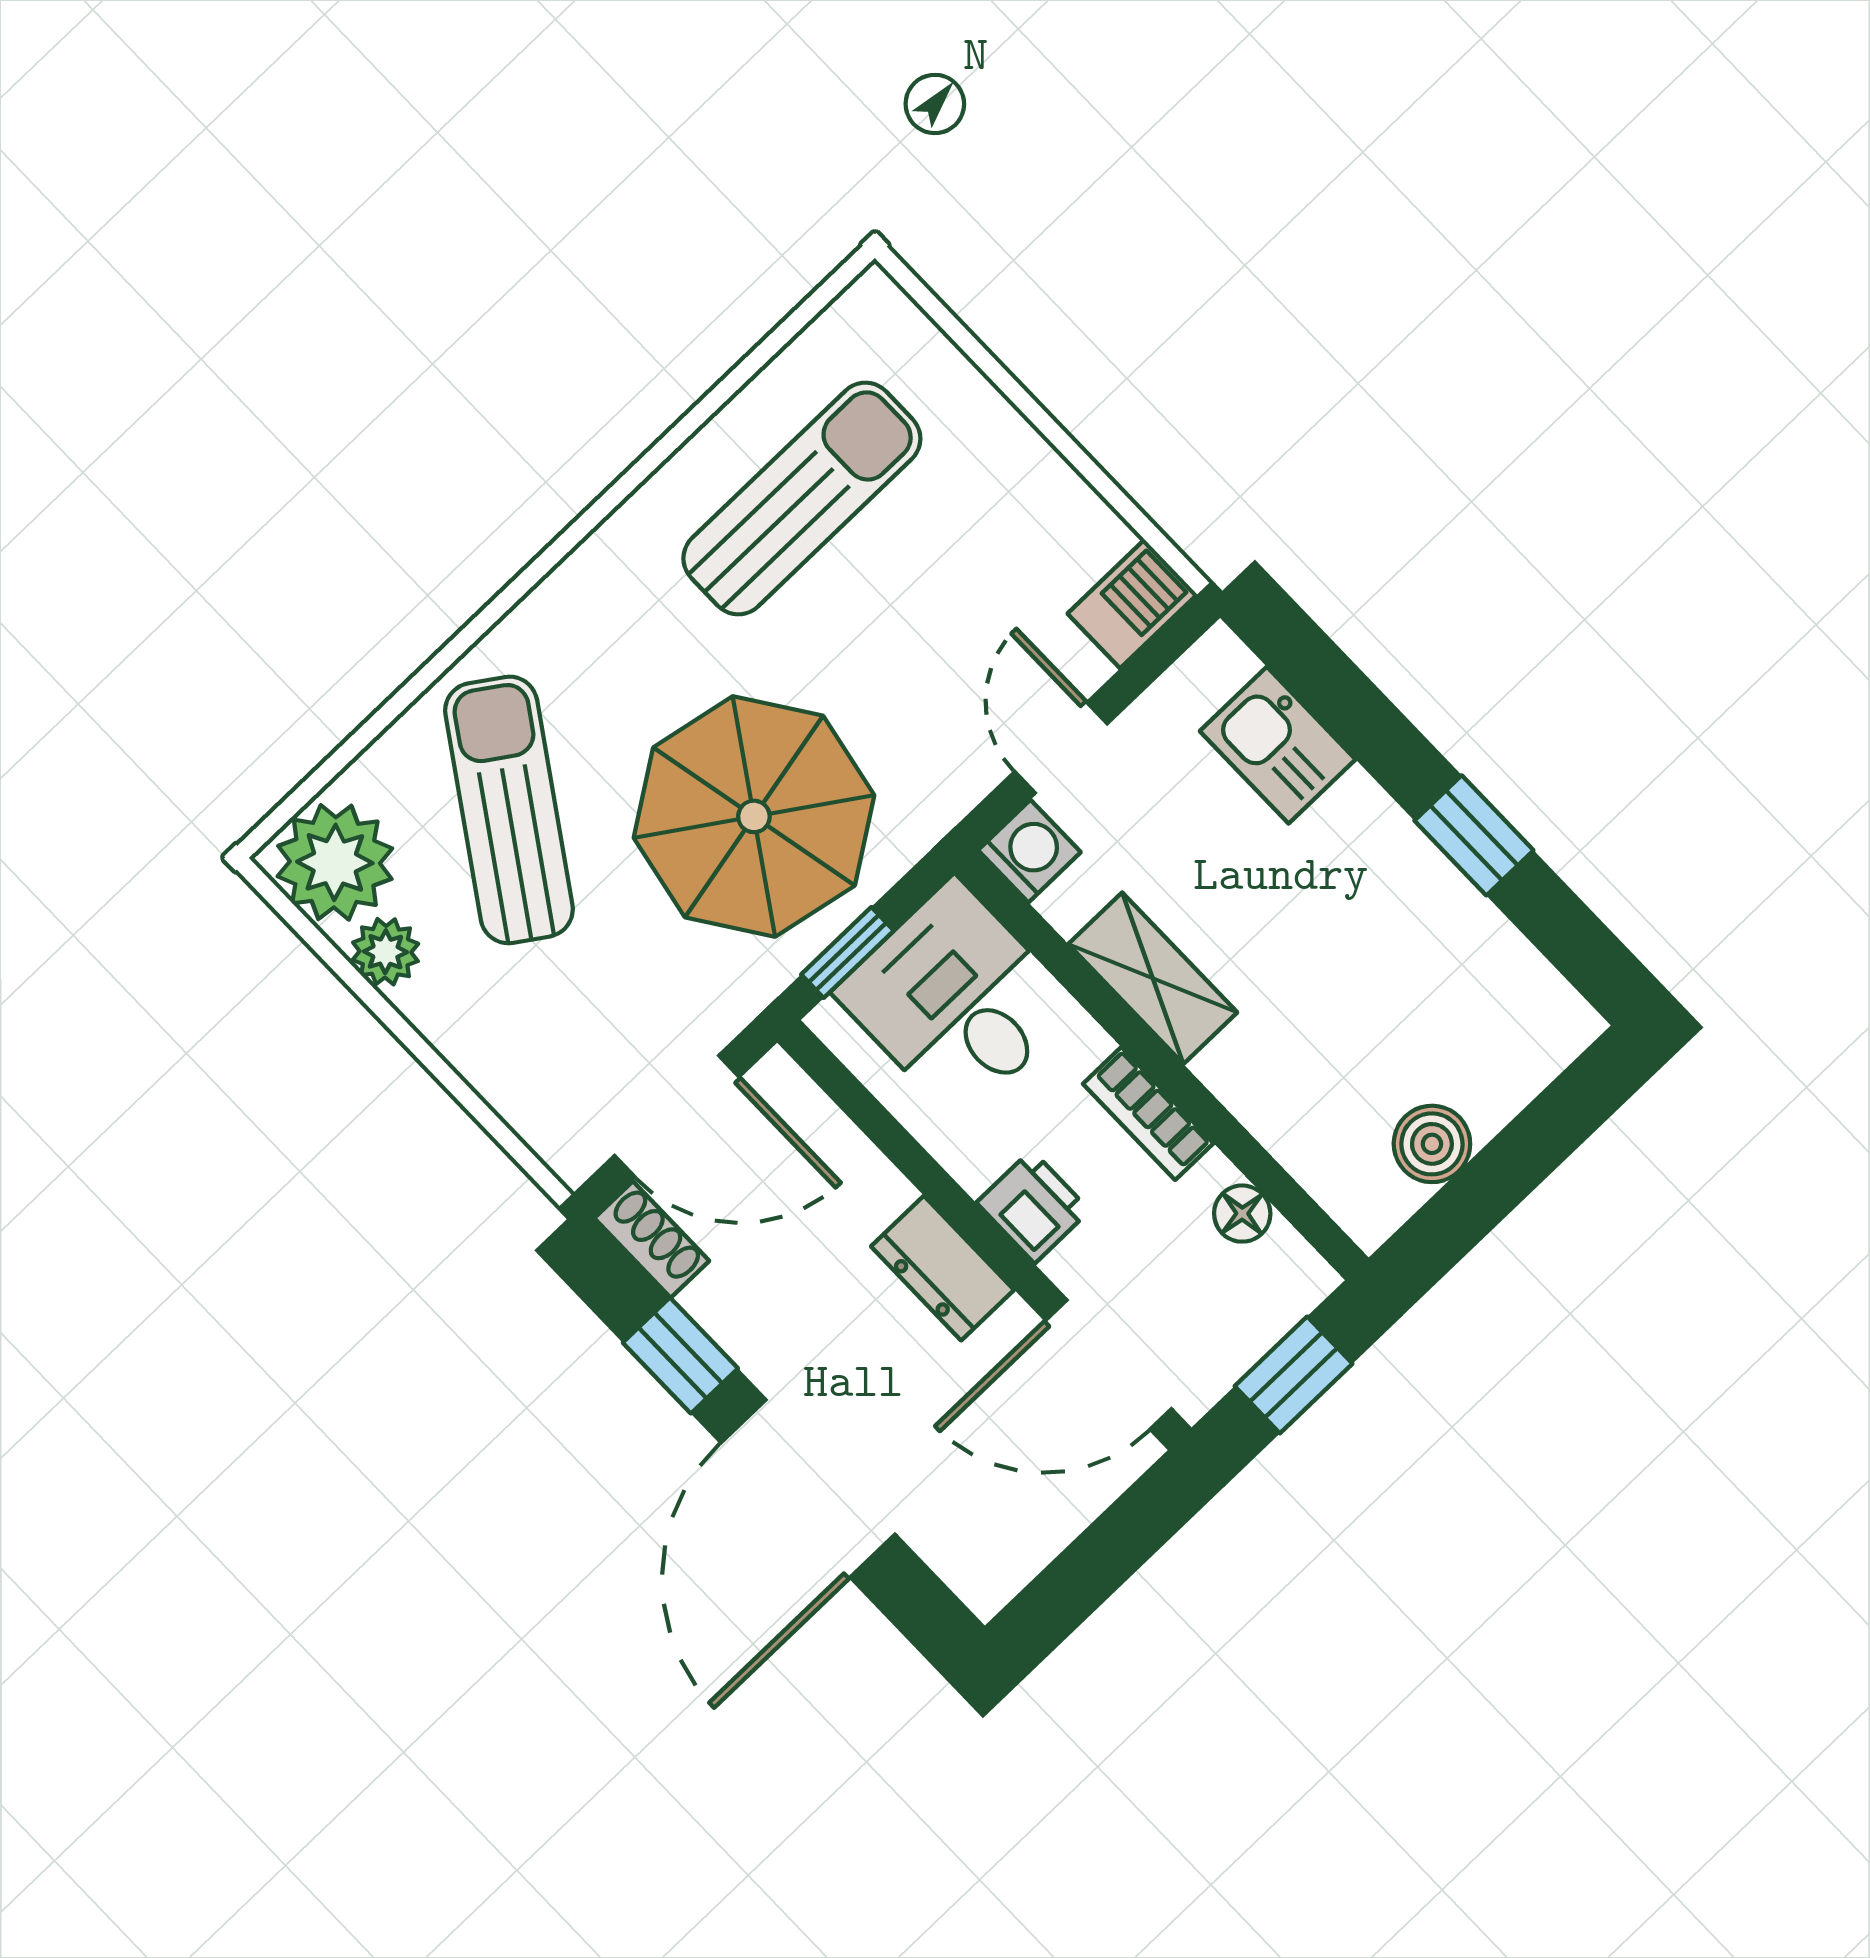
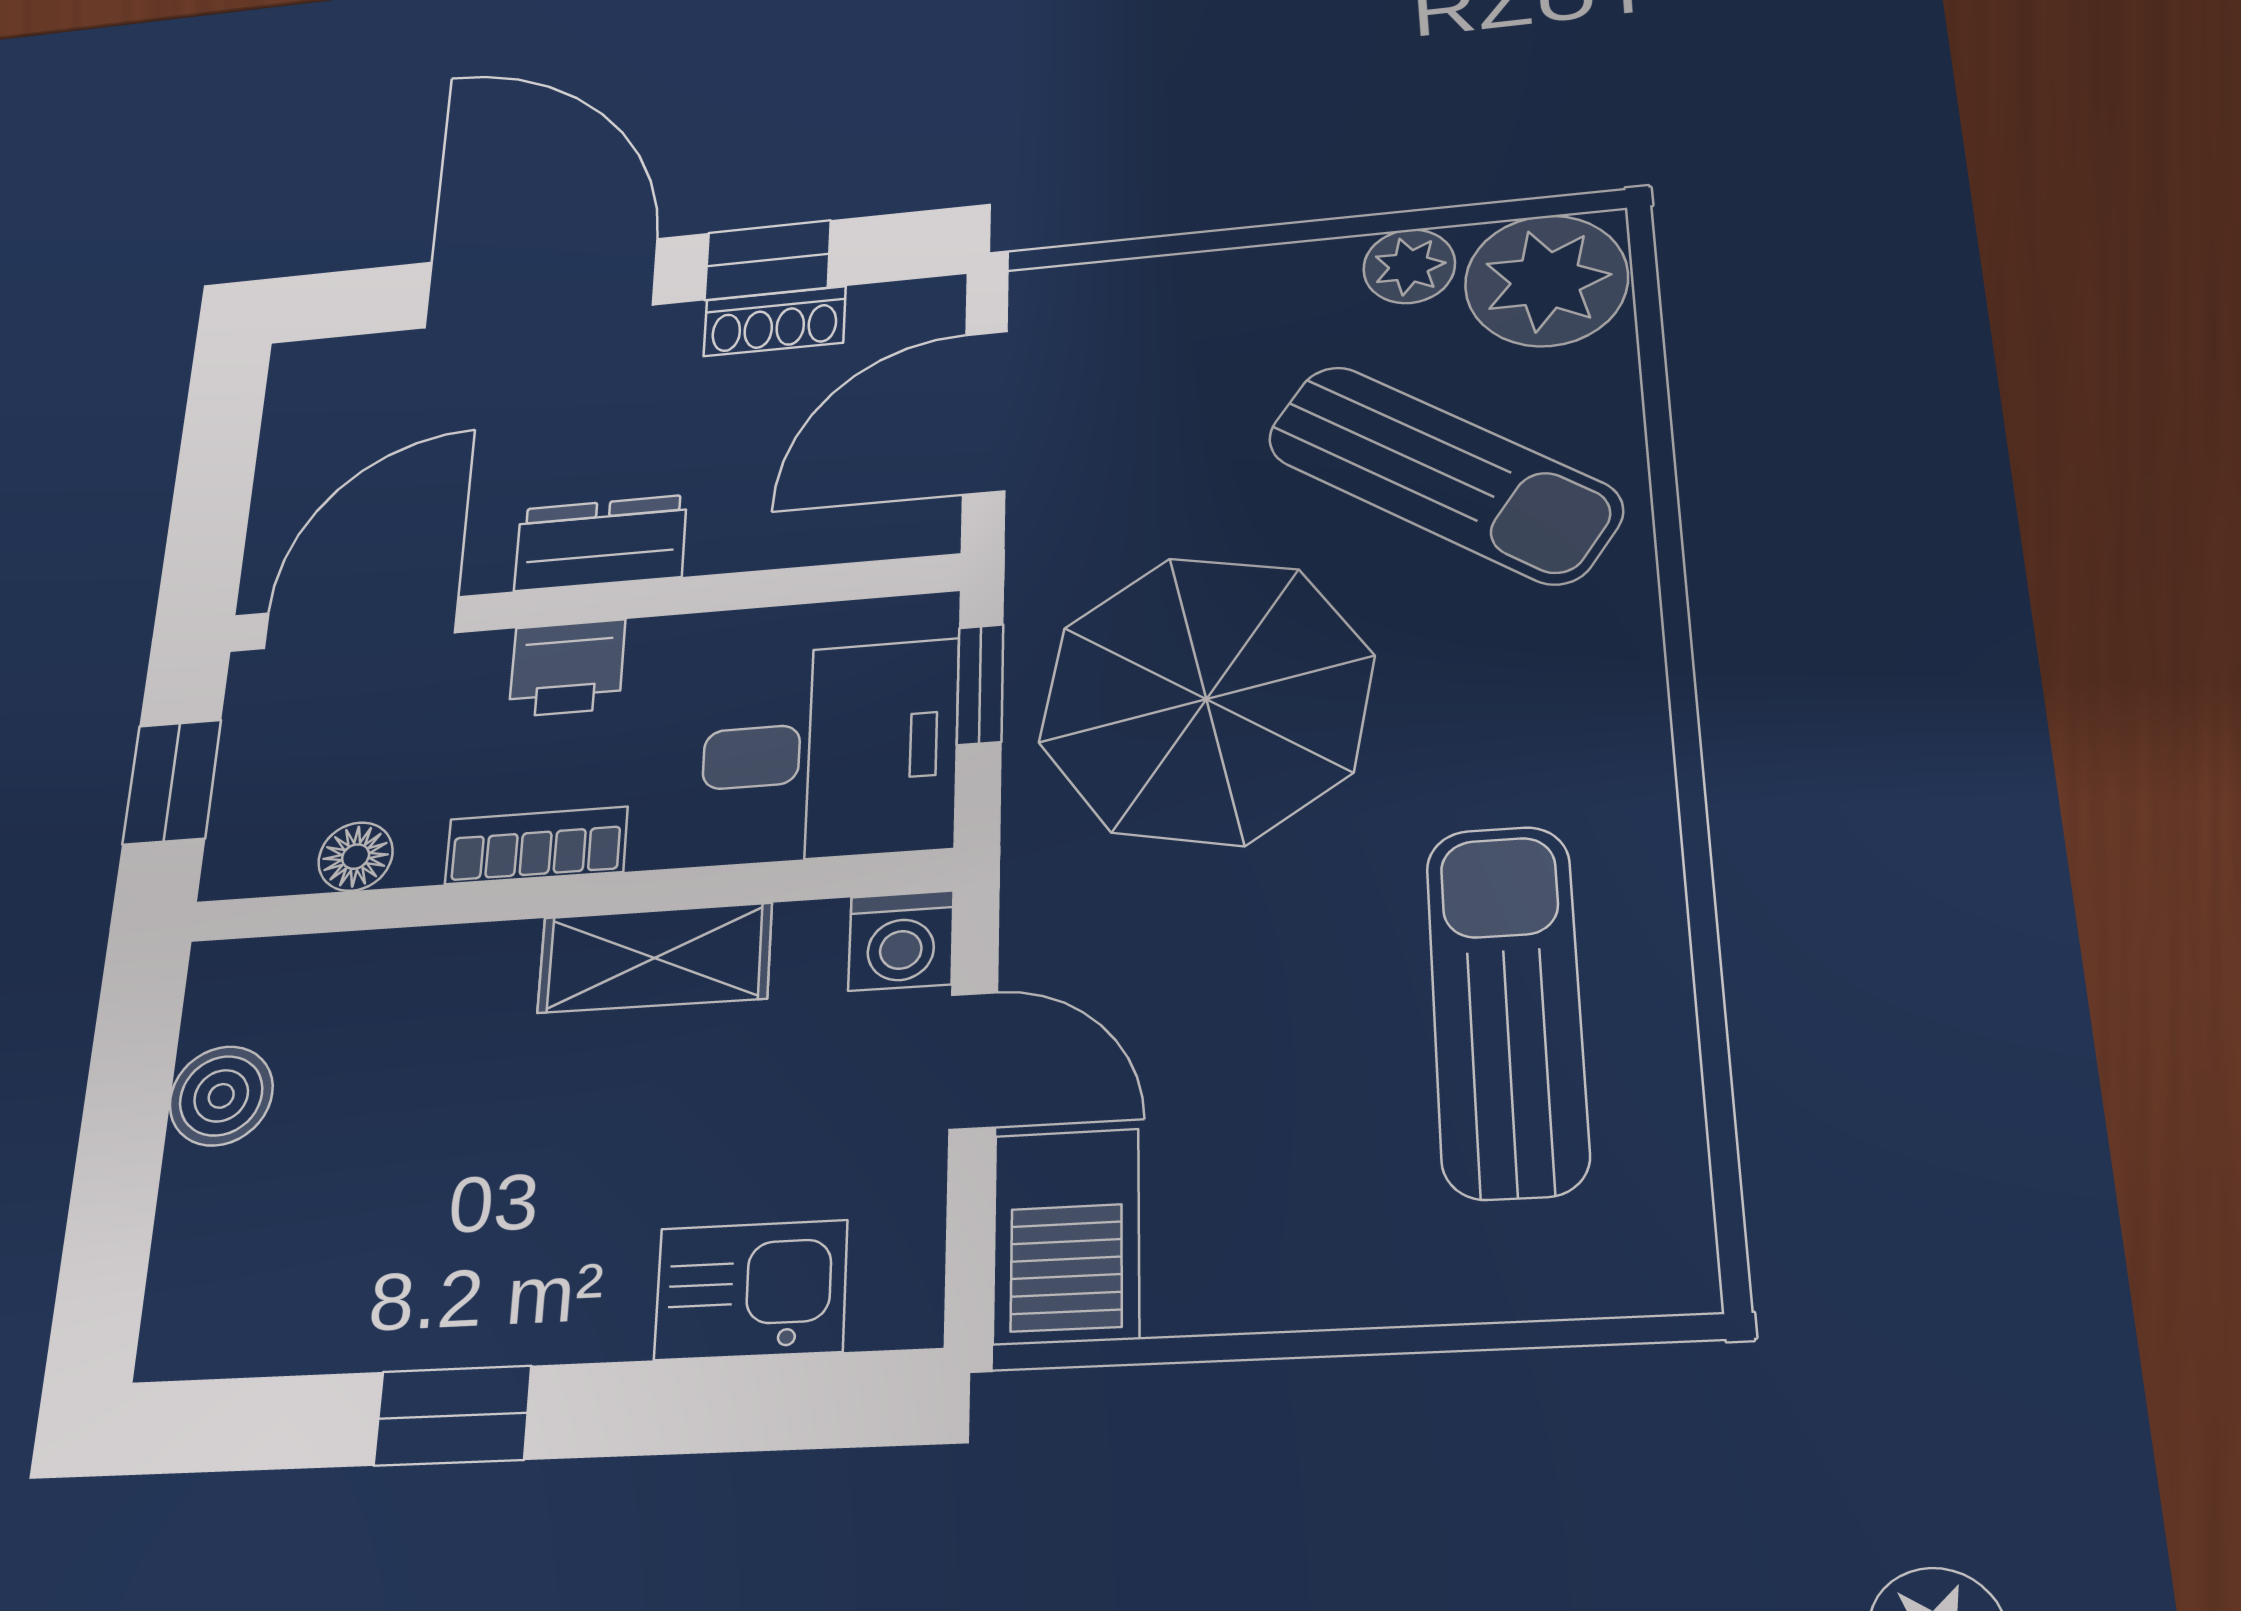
sun lounger: (802, 498) -> (1507, 1009), turned 180
barbecue: (1132, 604) -> (1066, 1236), width x1.38, depth x1.27
shoe rack: (652, 1239) -> (775, 321), moved

